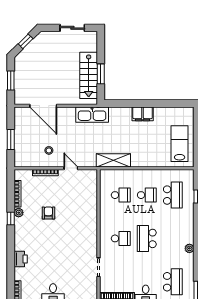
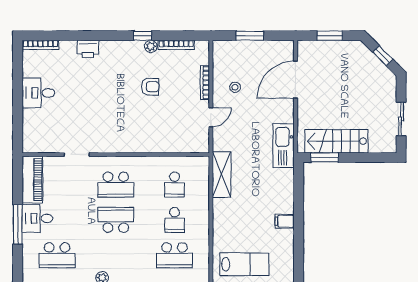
window: (101, 74) -> (325, 158), moved
filing cabinet: (143, 114) -> (285, 221), width x0.50
school desk: (121, 238) -> (116, 185), width x1.85

